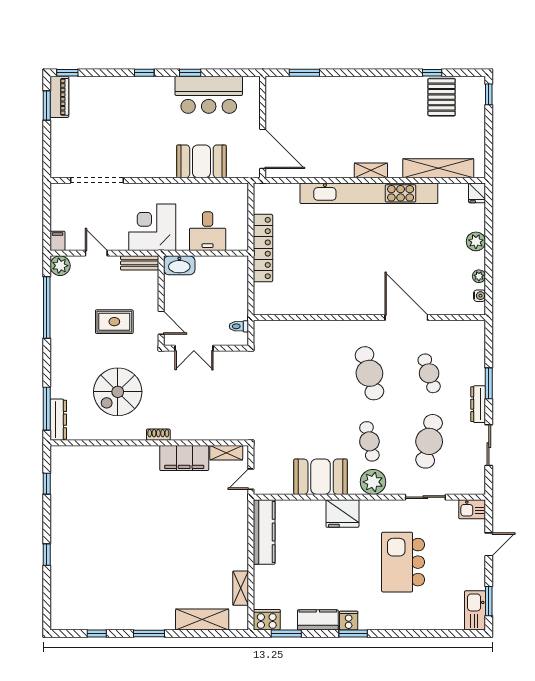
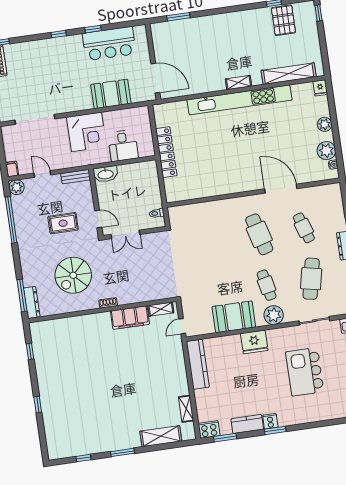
corner desk: (152, 227) -> (86, 132), moved, turned 180
plant: (479, 276) -> (326, 151), width x1.88, depth x1.88

